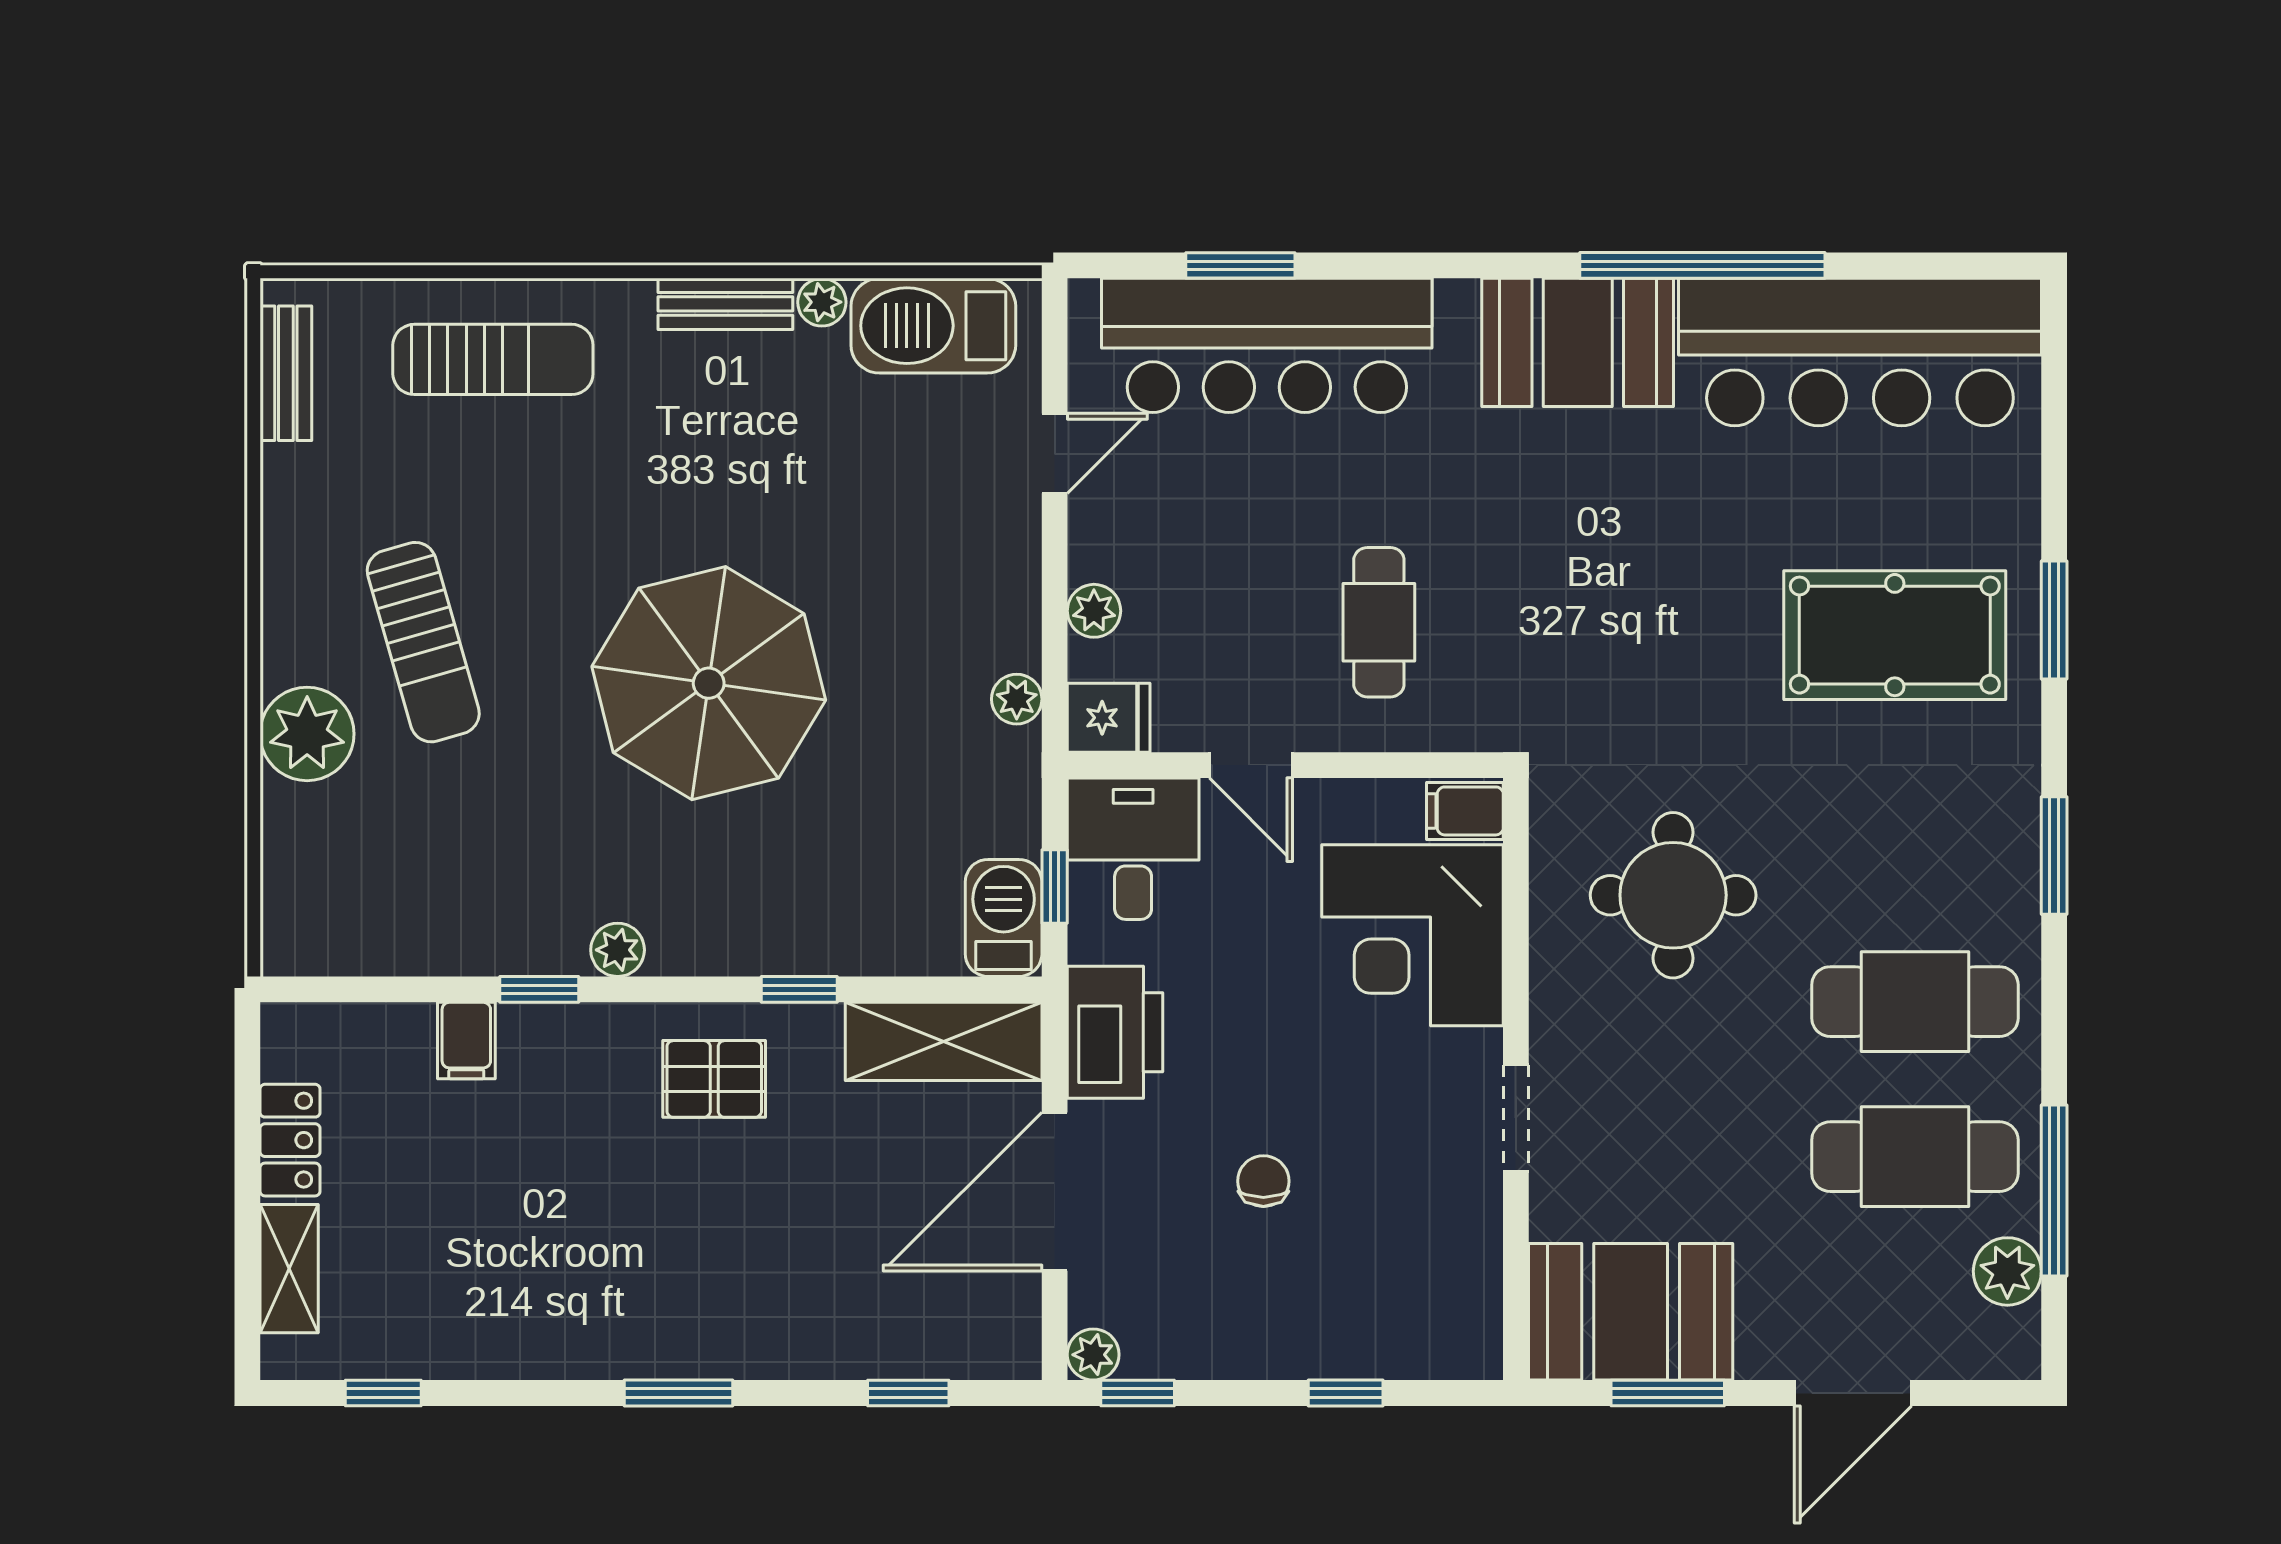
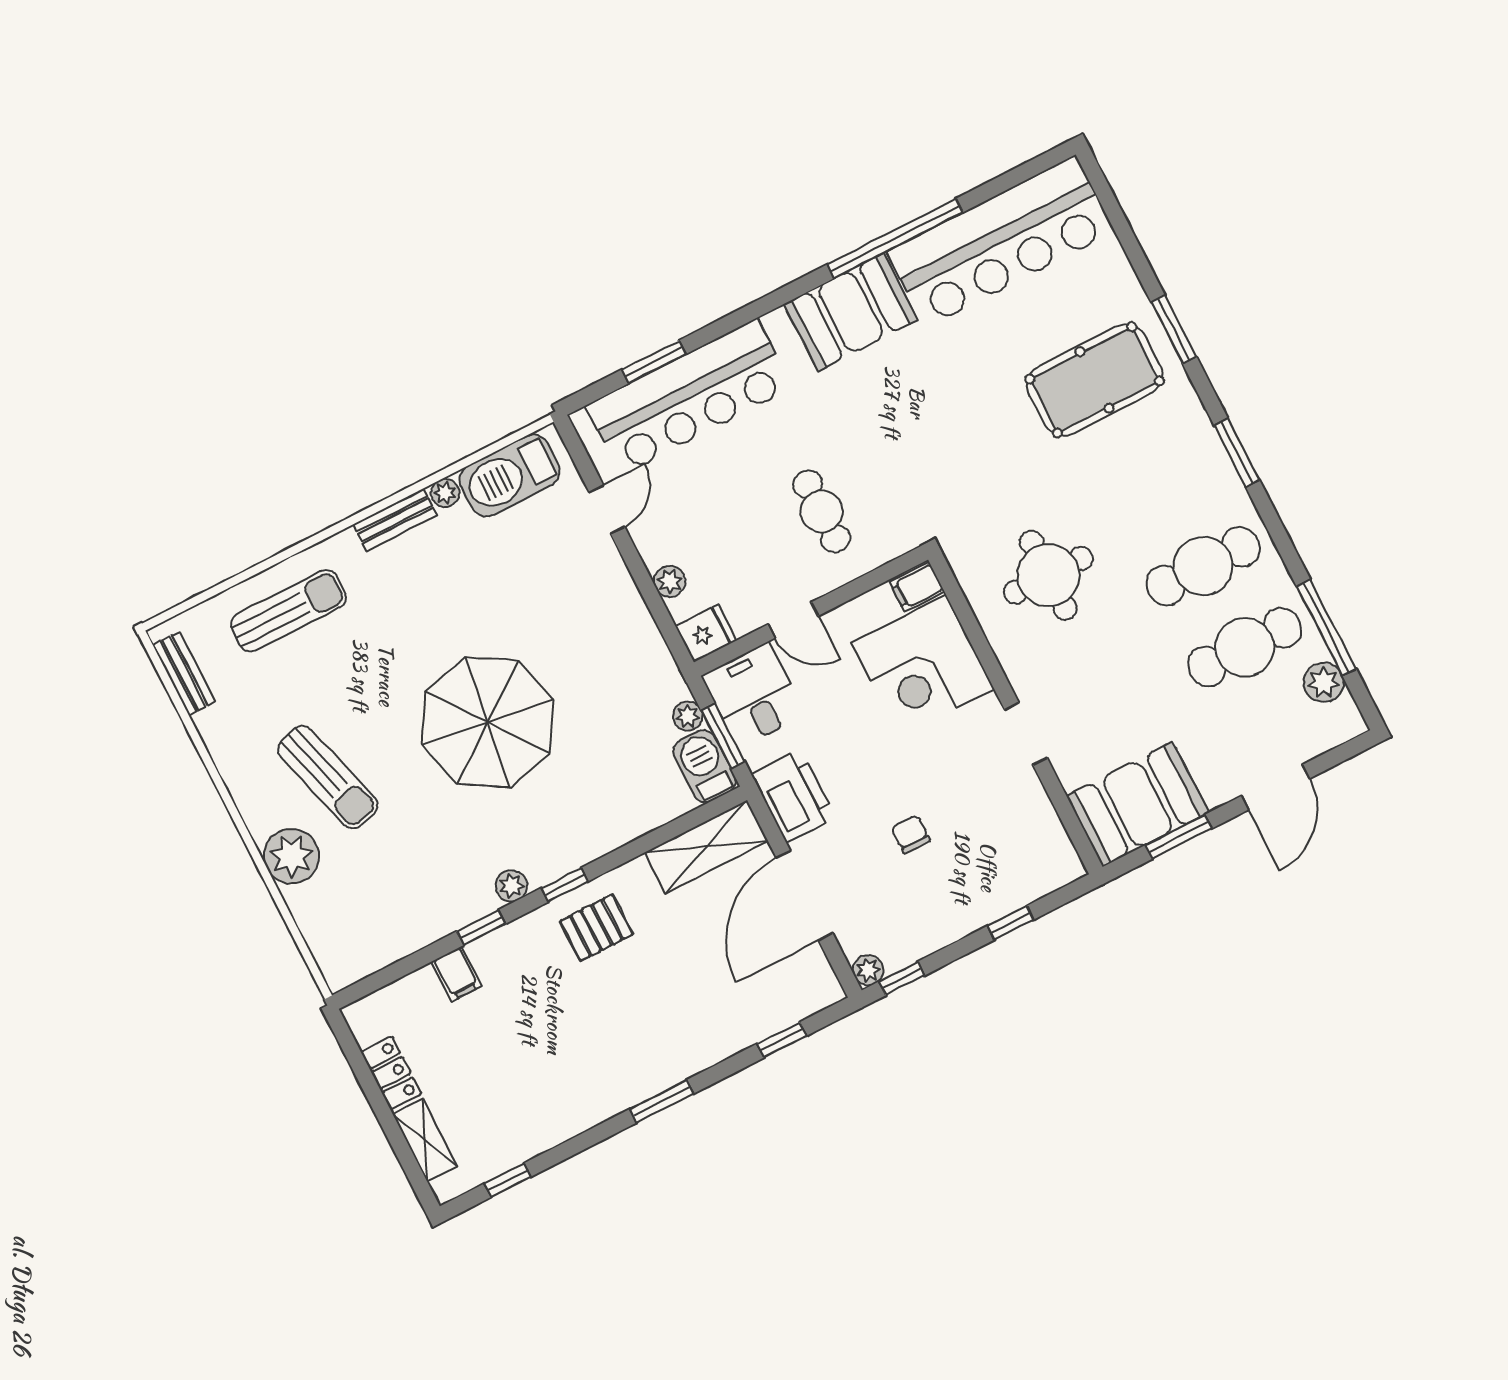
plant: (1017, 699) -> (688, 716), moved
window: (1055, 887) -> (723, 736), width x1.50
window: (799, 989) -> (565, 885), moved

